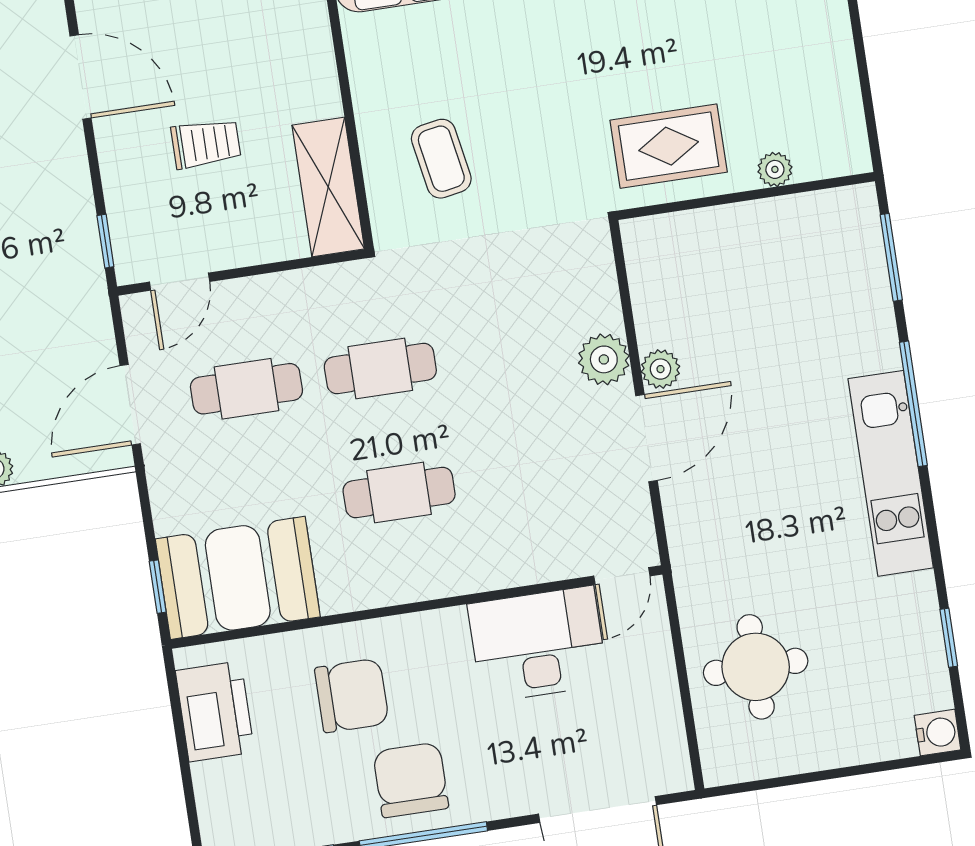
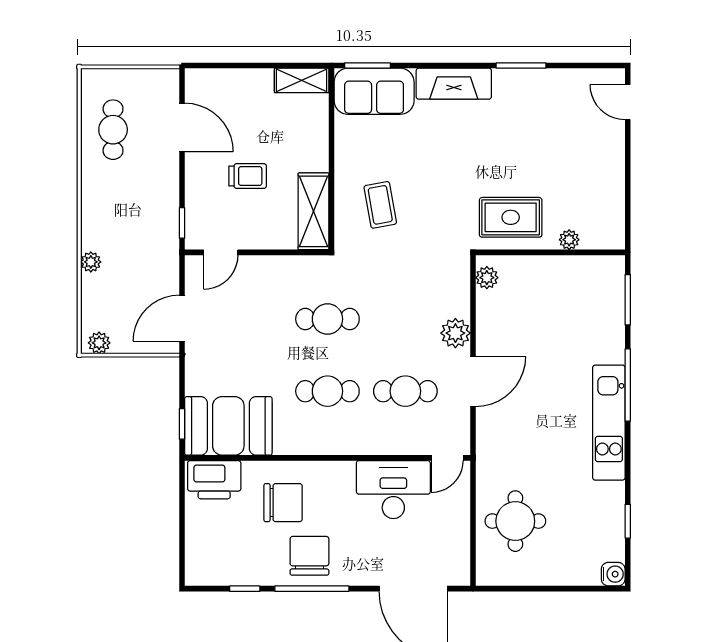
plant: (660, 369) -> (487, 278), moved
cafe table: (246, 389) -> (405, 391), moved
printer: (215, 711) -> (214, 480), moved, turned 90

